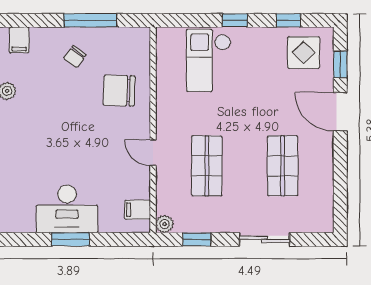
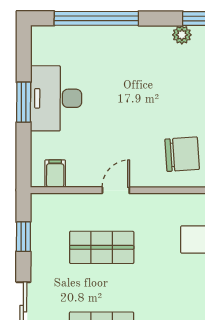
chair: (119, 91) -> (182, 154), turned 84
plant: (165, 224) -> (40, 202), removed

